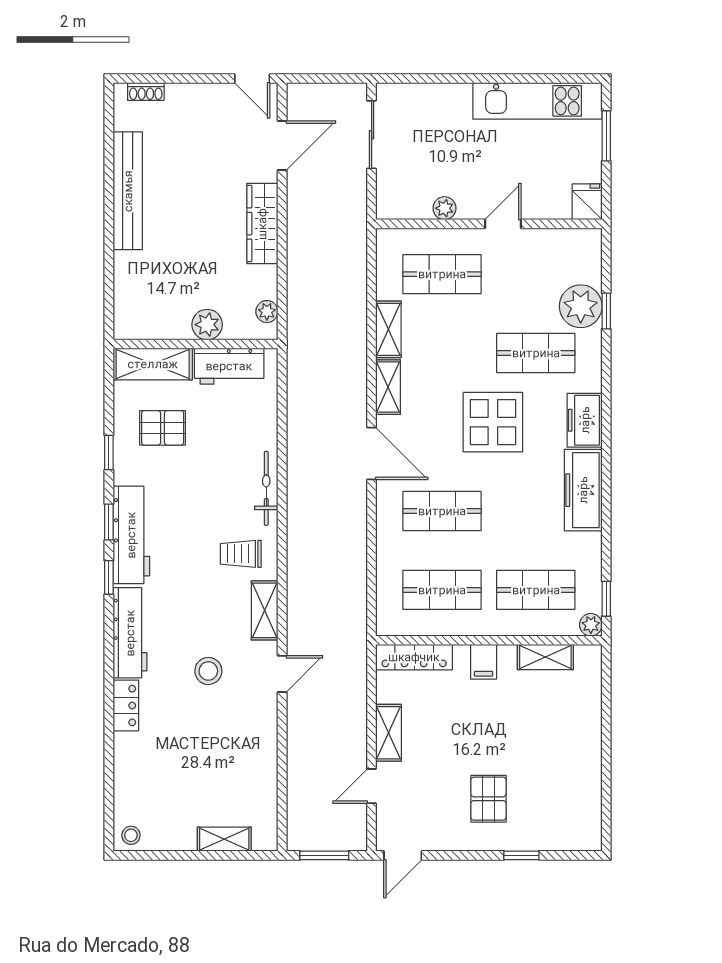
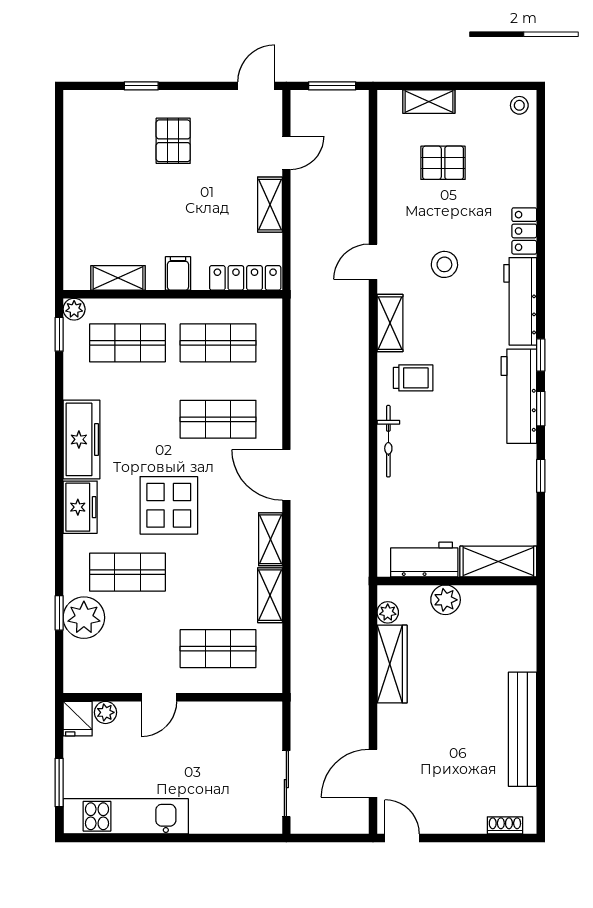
plant: (444, 208) -> (105, 712), moved
wardrobe: (262, 224) -> (392, 664), moved
pallet: (163, 428) -> (443, 163), moved

